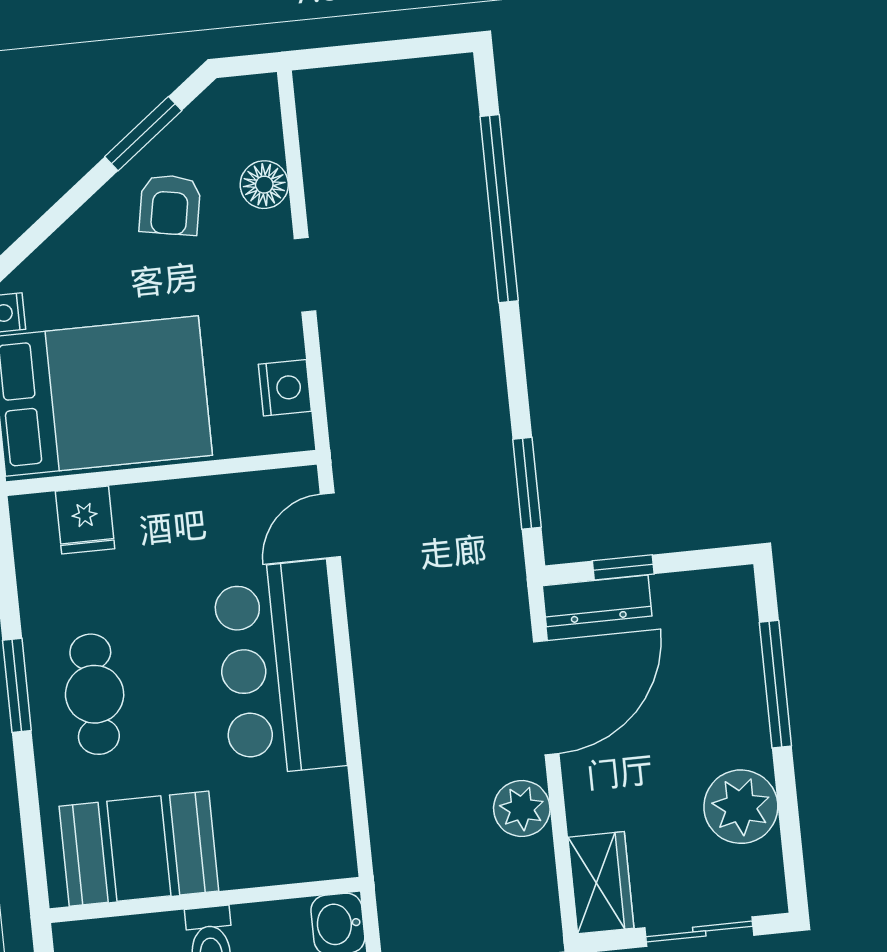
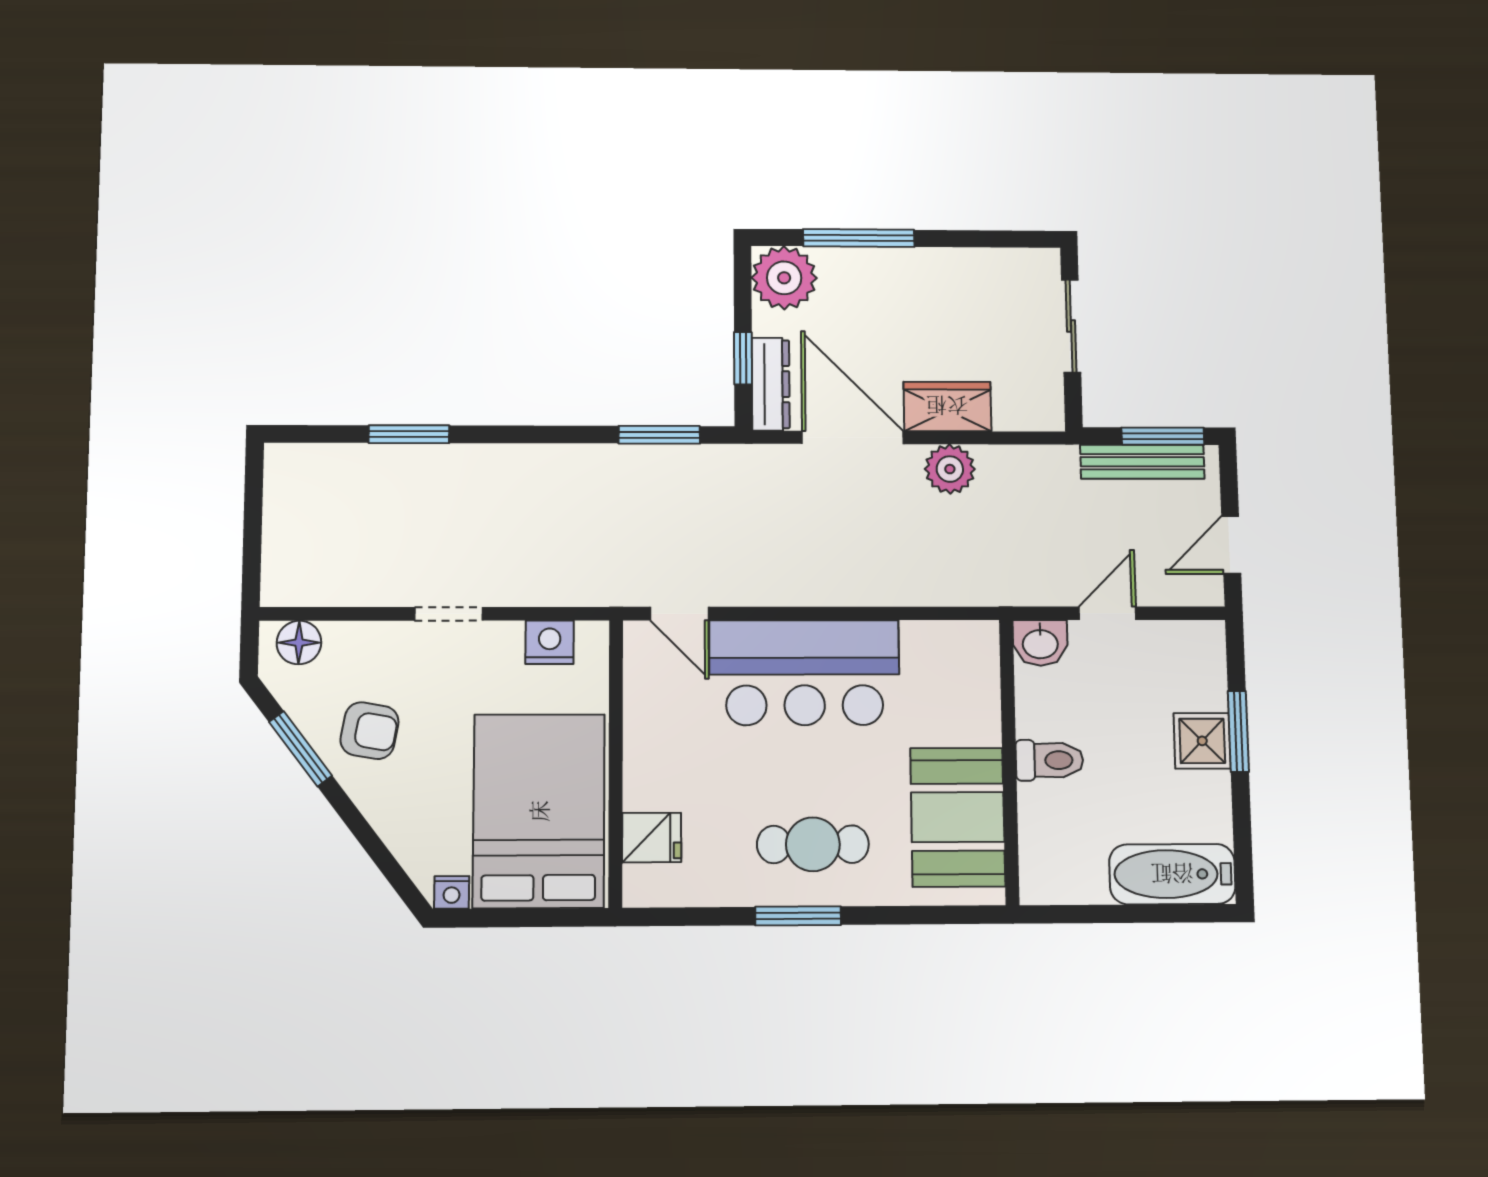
floor lamp: (264, 185) -> (299, 643), moved
window: (499, 209) -> (409, 434), width x0.47
plant: (741, 807) -> (784, 278), moved
wardrobe: (601, 883) -> (947, 406), moved

